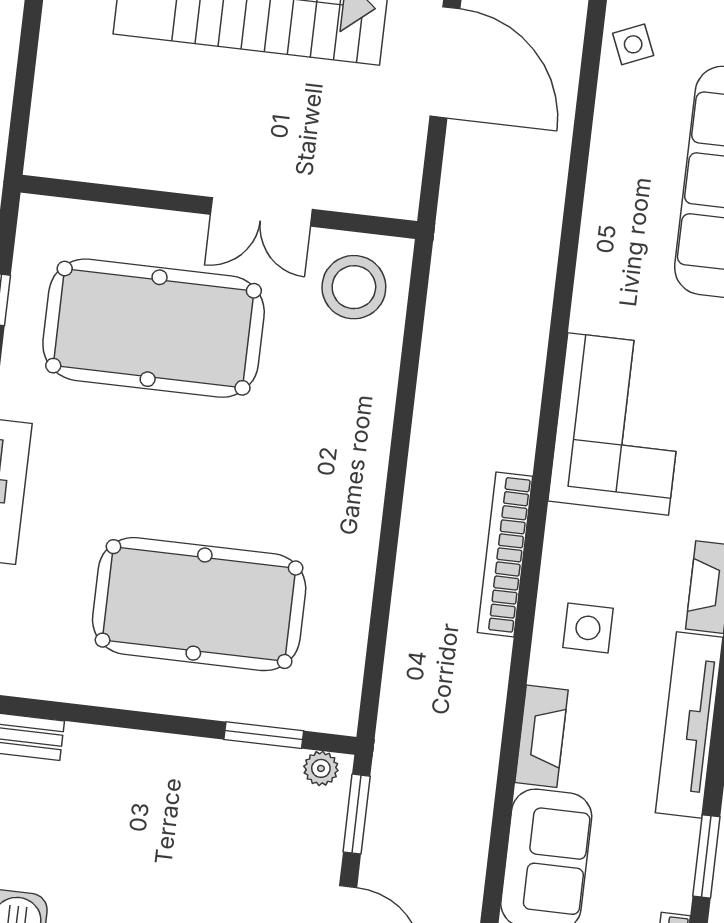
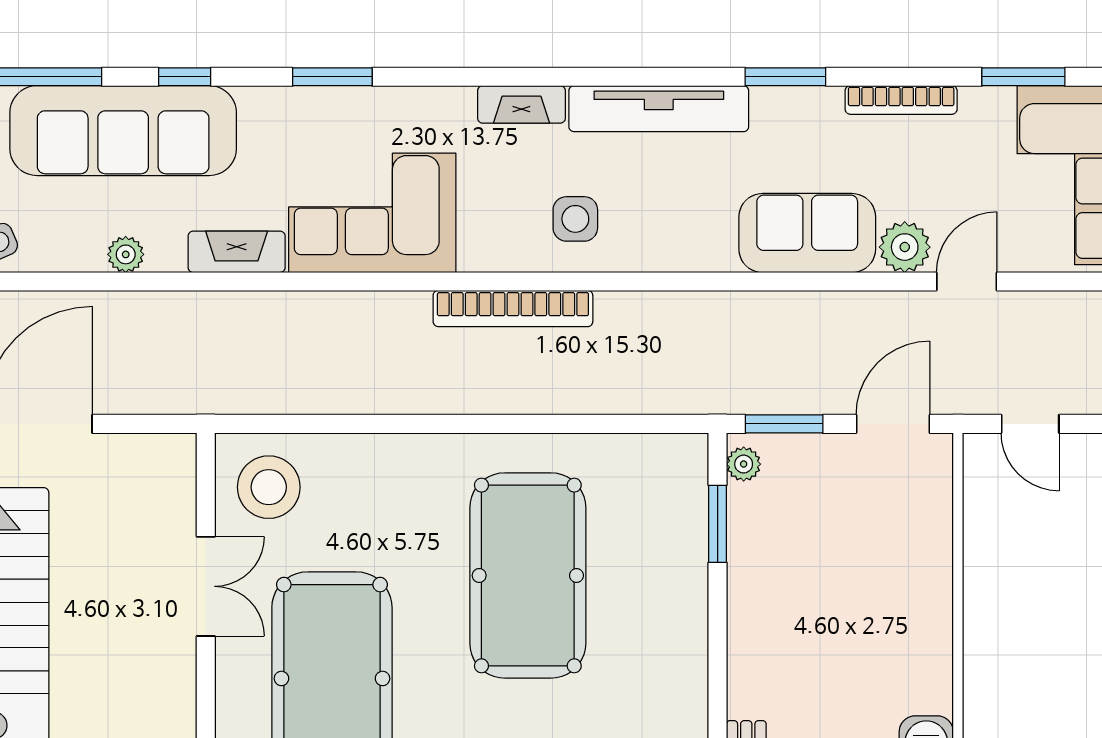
plant: (605, 171) -> (126, 254), added
pool table: (199, 604) -> (528, 575), moved
fireplace: (542, 736) -> (237, 252), moved

